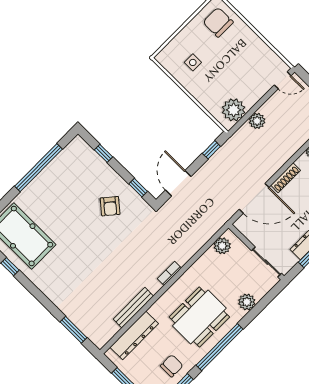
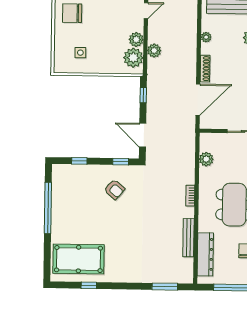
plant: (251, 97) -> (136, 40), added
plant: (222, 246) -> (206, 159), moved

